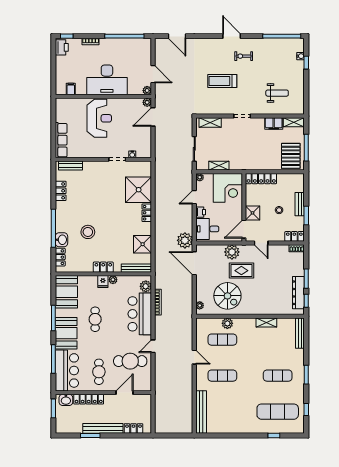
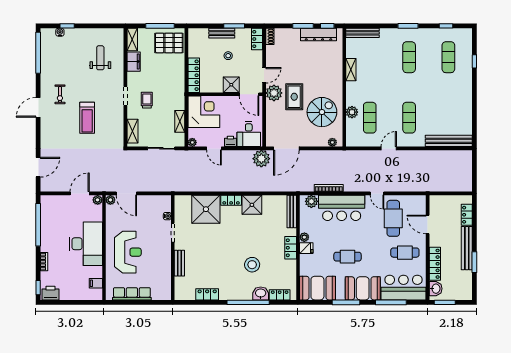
reception desk: (99, 118) -> (128, 252), turned 90
trolley: (238, 136) -> (147, 100), added
row of seats: (61, 140) -> (132, 294), moved
bench: (70, 165) -> (179, 263), moved
shower: (143, 244) -> (252, 205), moved
plant: (232, 252) -> (274, 93), moved
exercise mat: (278, 412) -> (448, 57), width x0.73, depth x0.69

